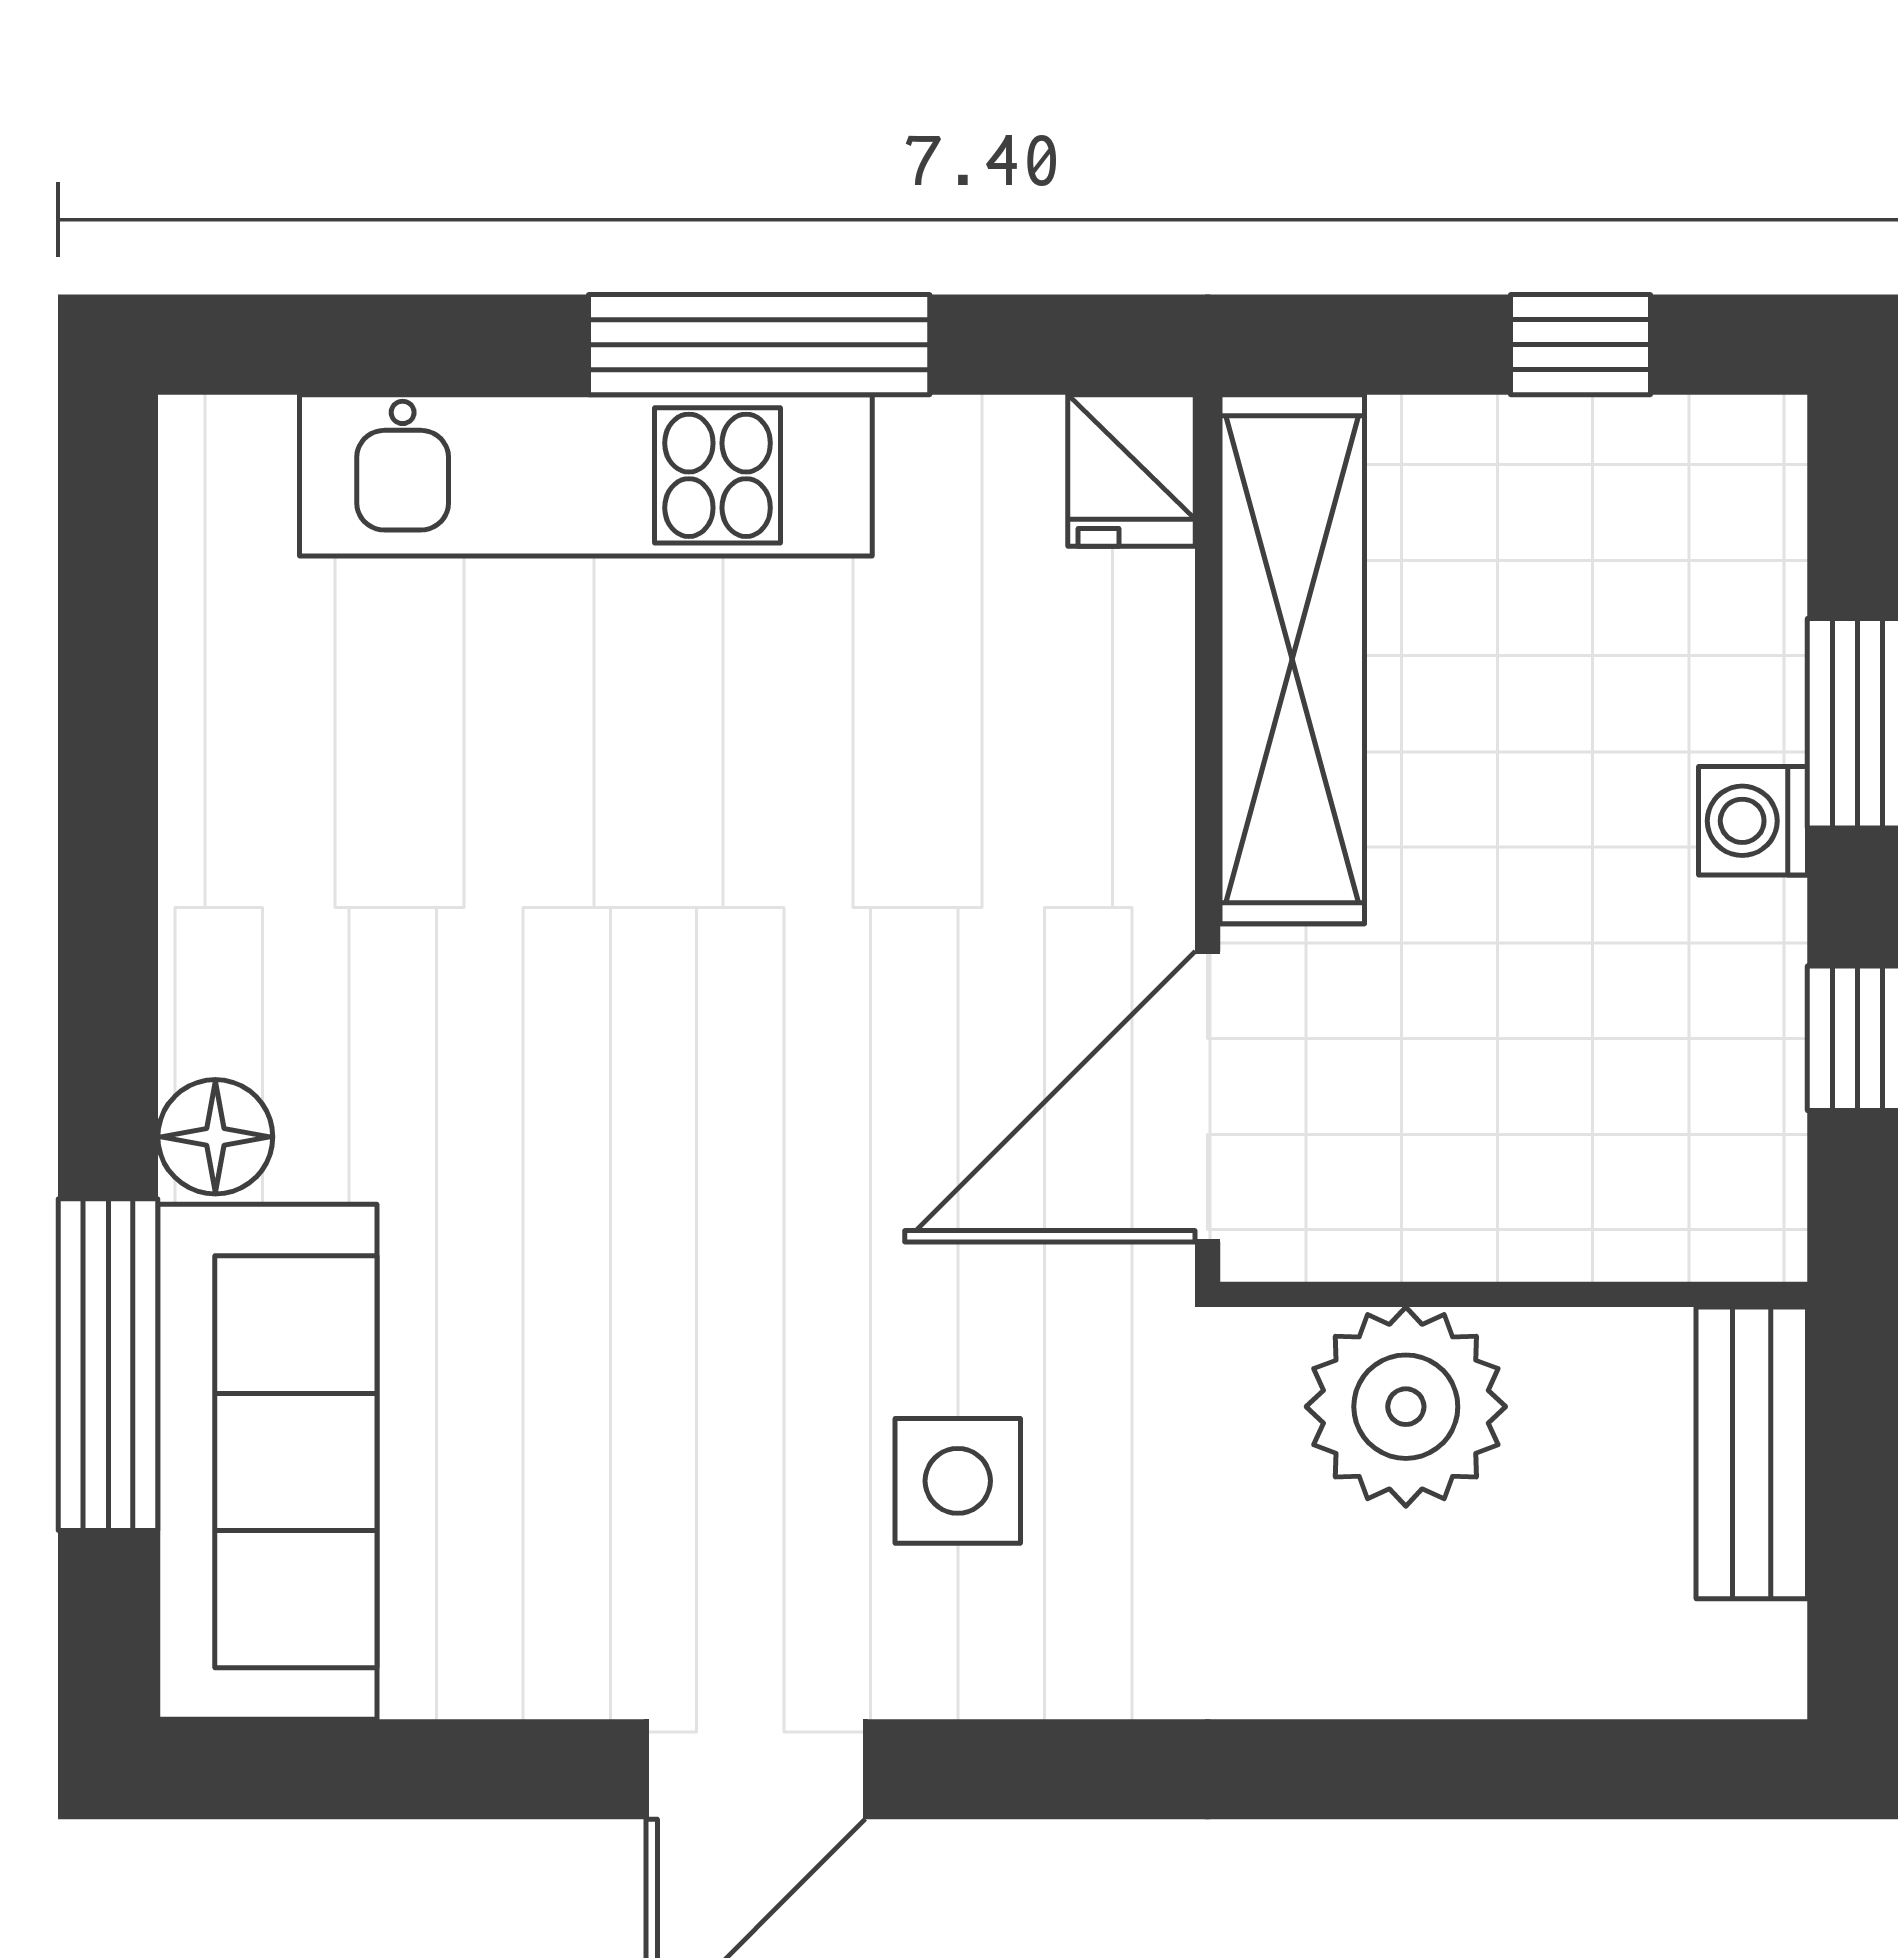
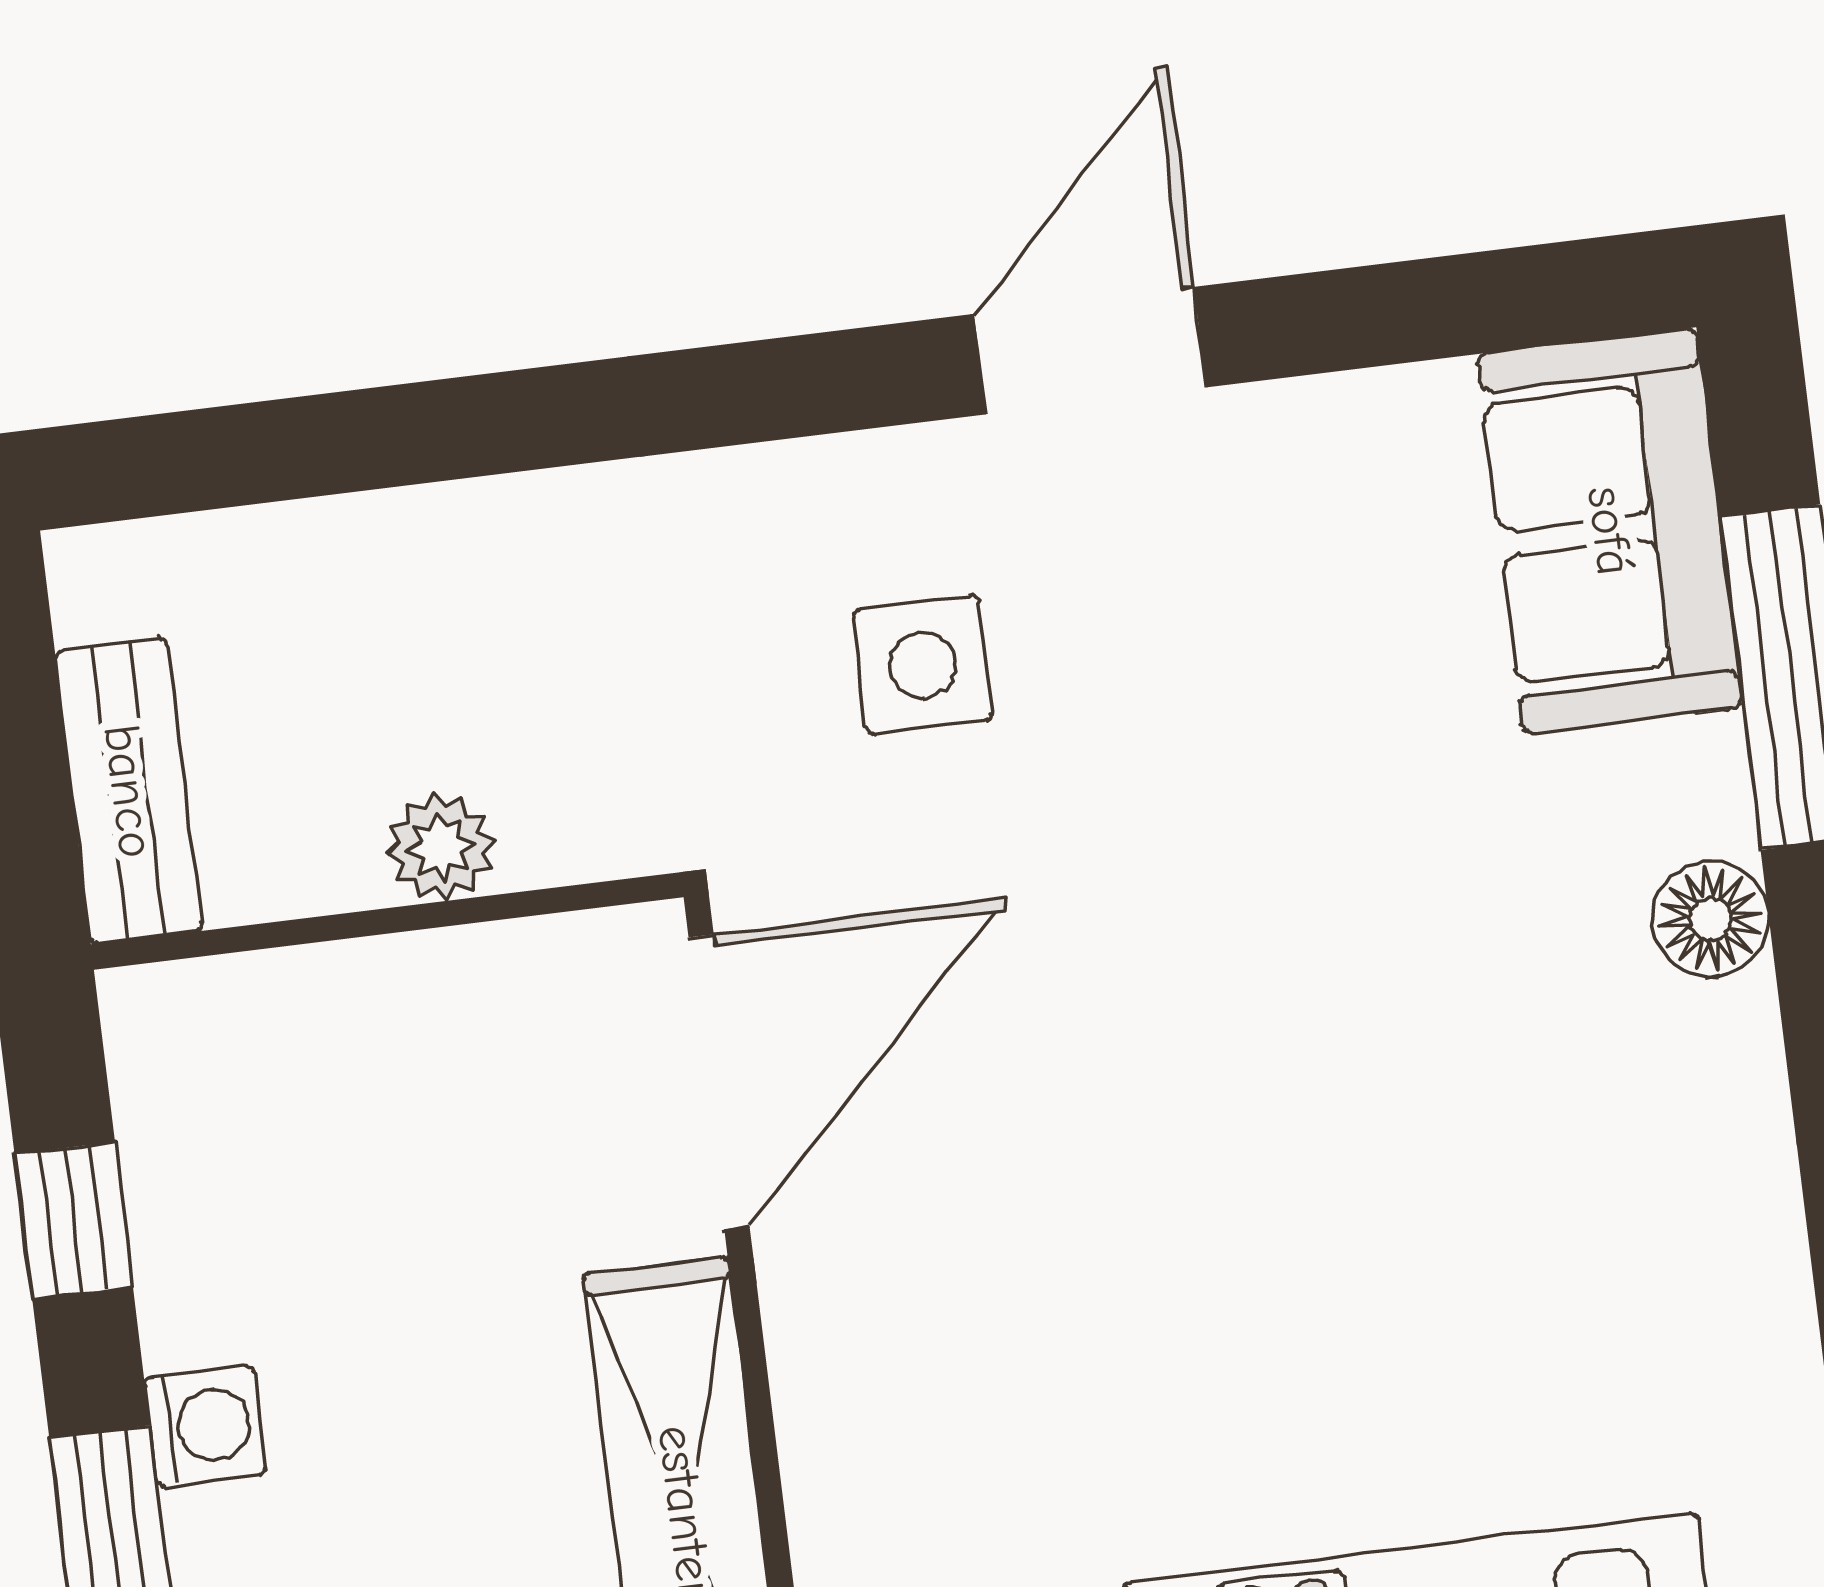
plant: (1406, 1407) -> (441, 847), width x0.53, depth x0.53
sofa: (267, 1462) -> (1610, 531), width x0.73

